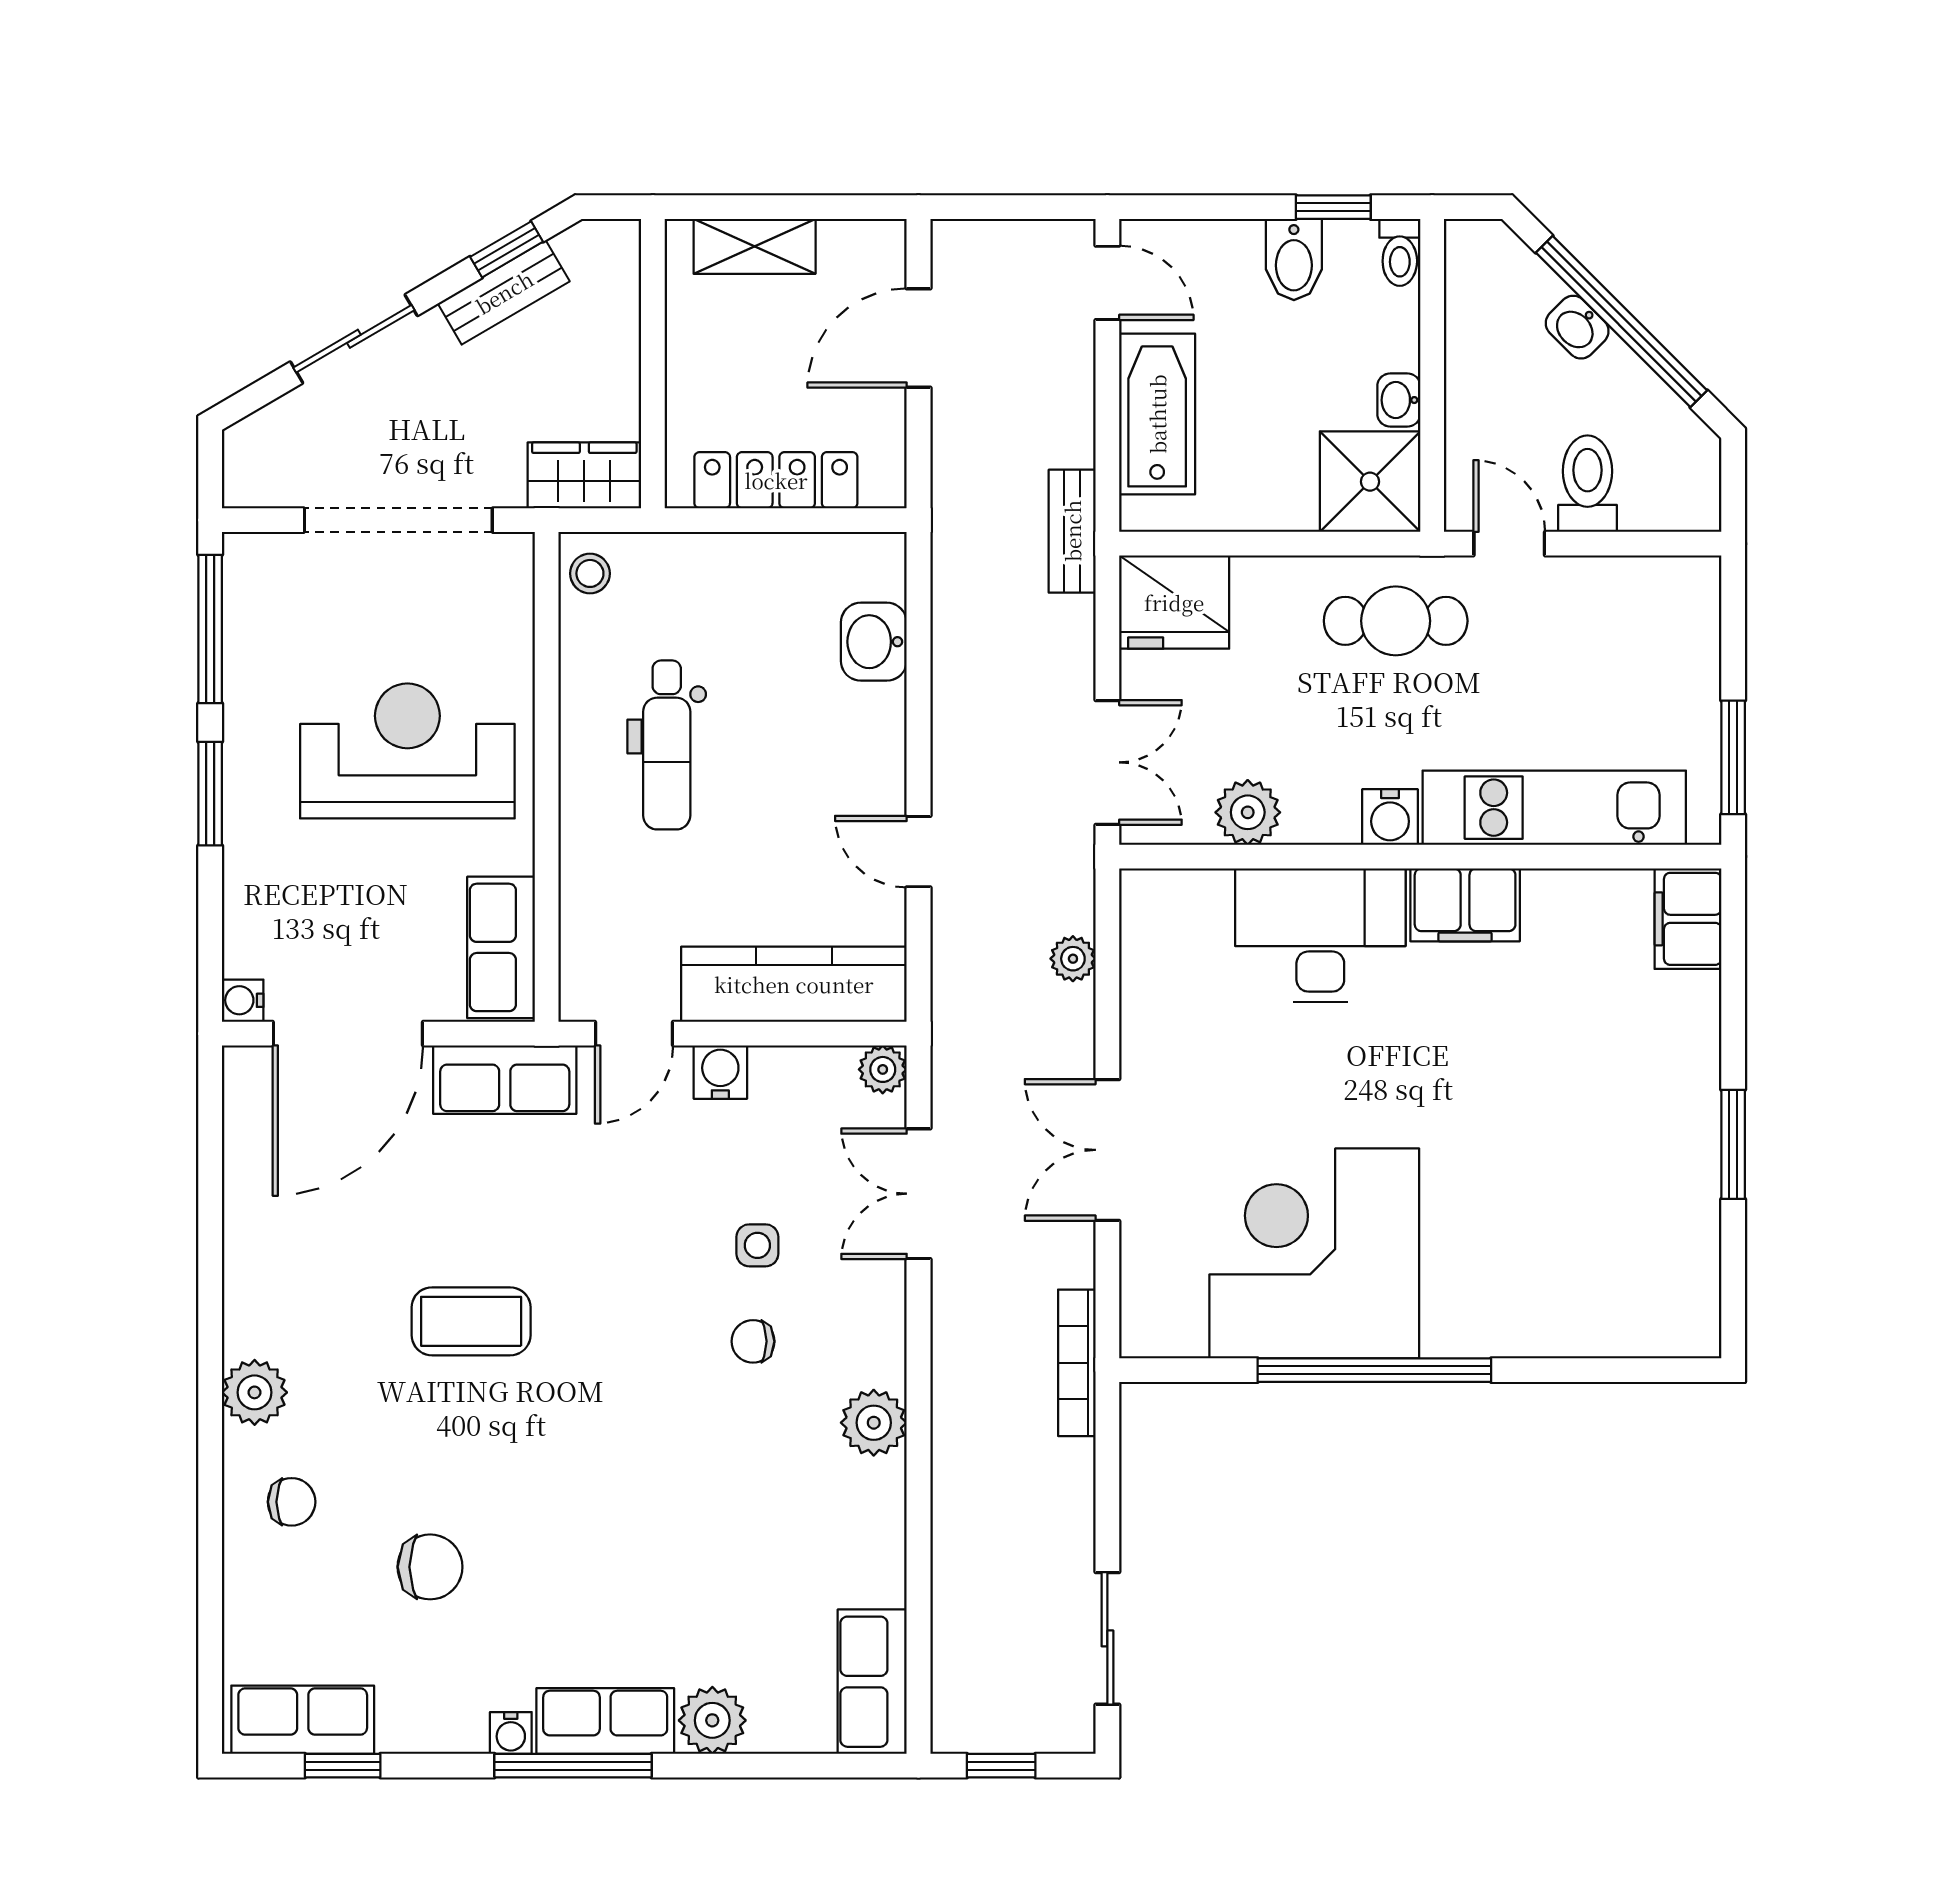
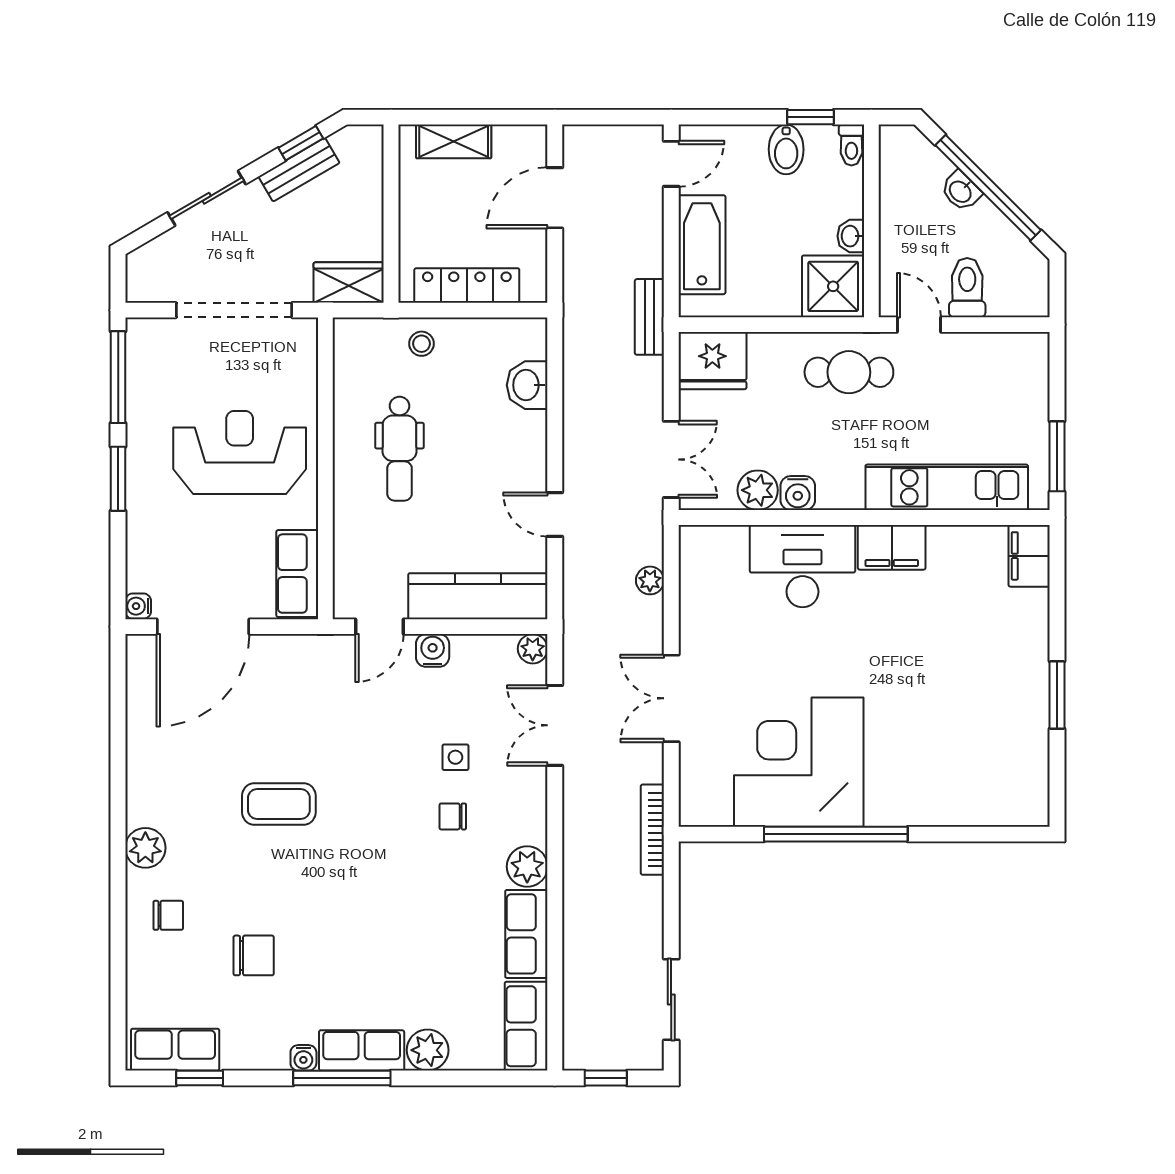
door: (1107, 283) -> (671, 164), hinge flipped
stool: (590, 573) -> (421, 344), moved
water cooler: (1390, 817) -> (798, 493), moved
row of seats: (505, 1080) -> (526, 934), moved, turned 90

